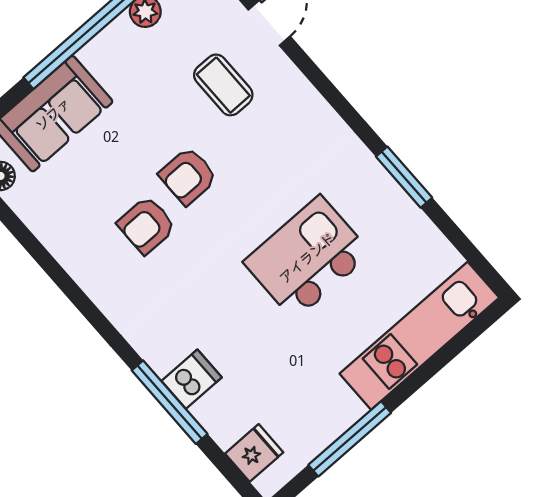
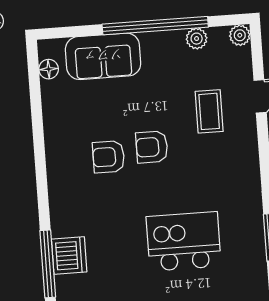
dishwasher: (192, 379) -> (69, 256), width x1.38

